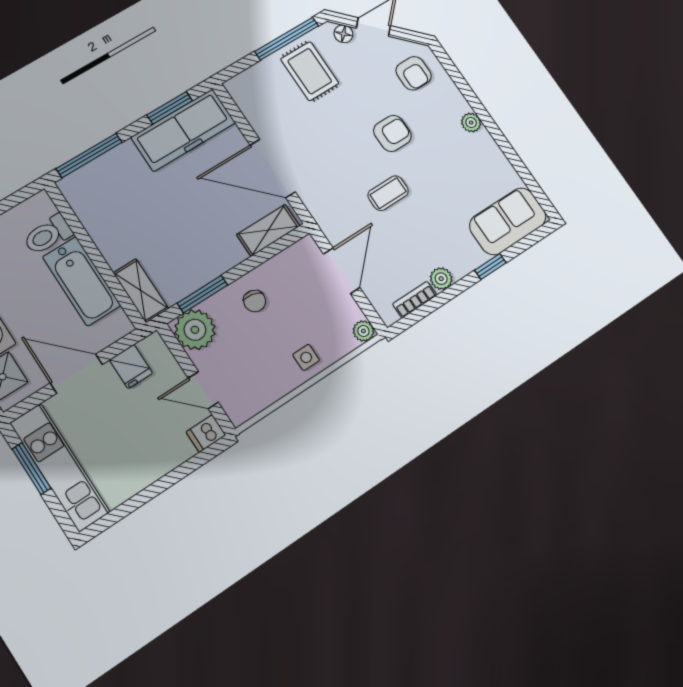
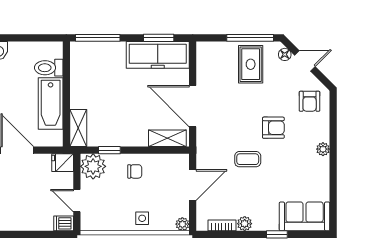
window: (202, 294) -> (109, 150), width x0.67
chair: (255, 301) -> (135, 171), turned -101
fridge: (131, 367) -> (63, 163), moved, turned 90

